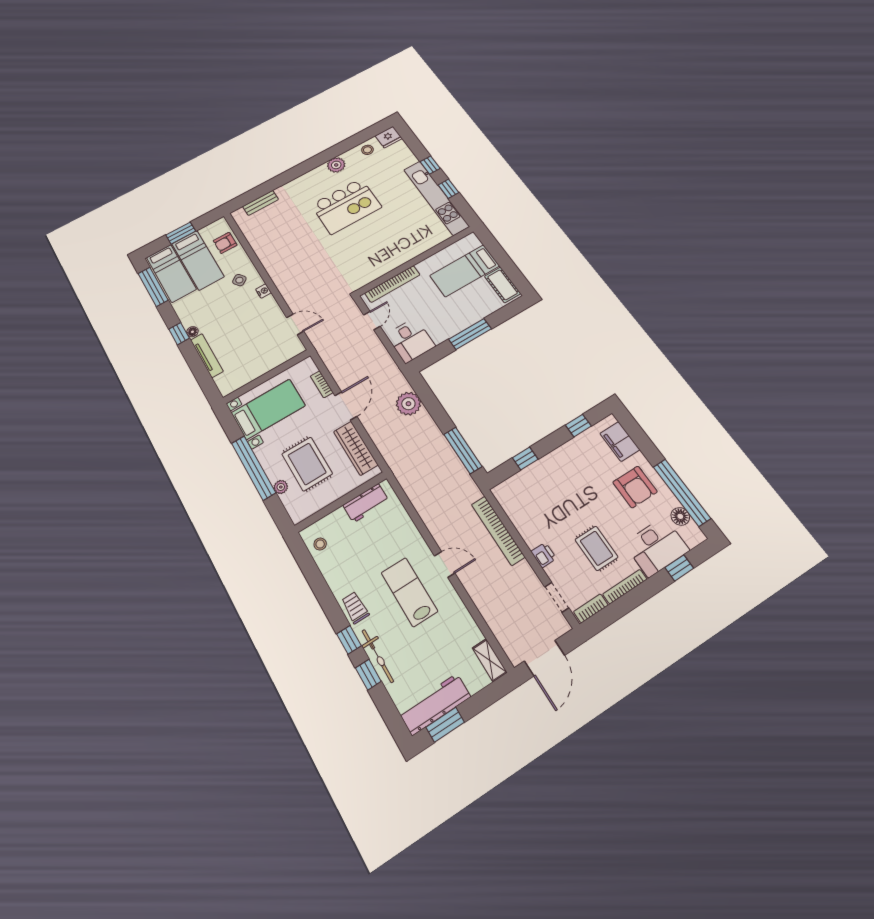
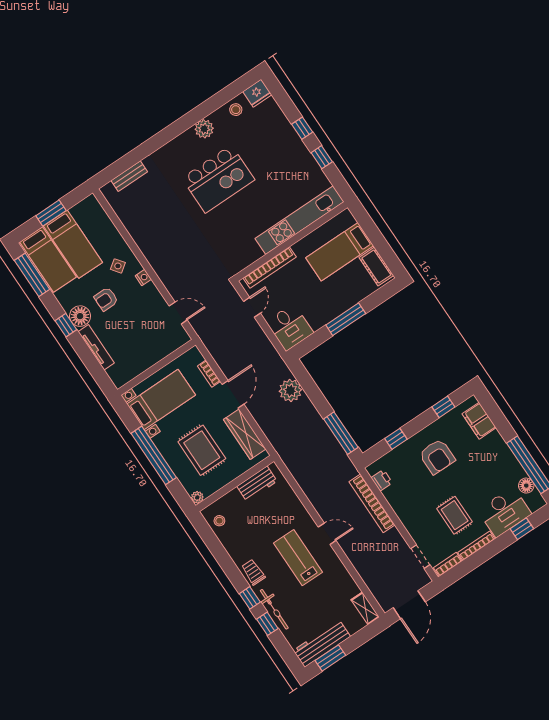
kitchen unit: (436, 198) -> (299, 220), moved, turned 90
armchair: (225, 243) -> (106, 299), moved
floor lamp: (192, 332) -> (80, 316), width x1.89, depth x1.89
plant: (281, 487) -> (197, 497), moved
armchair: (635, 487) -> (437, 457), moved
printer: (544, 555) -> (382, 480), moved

